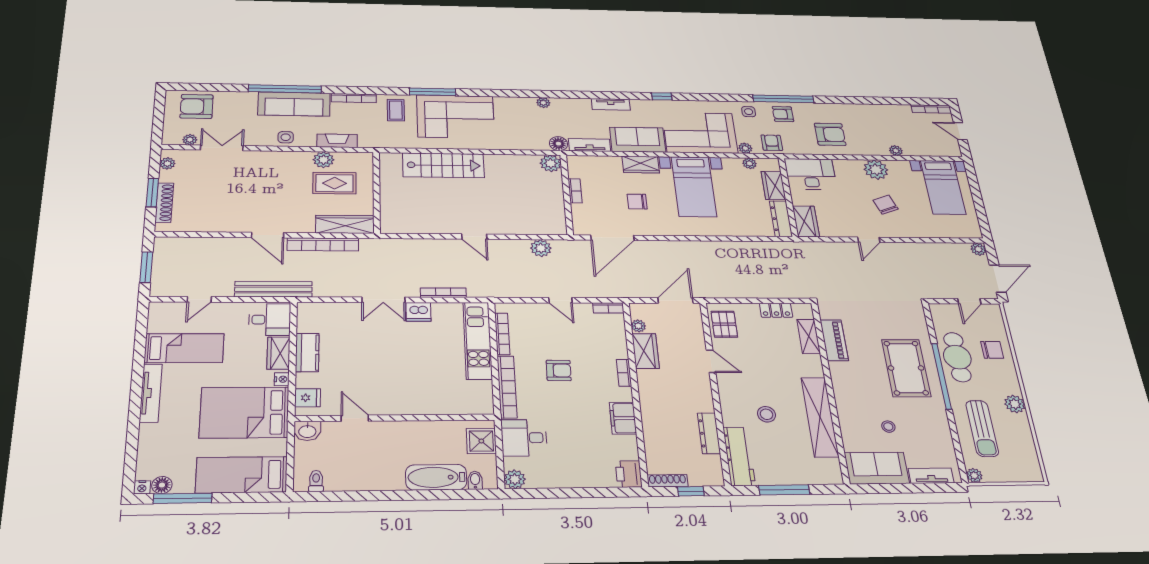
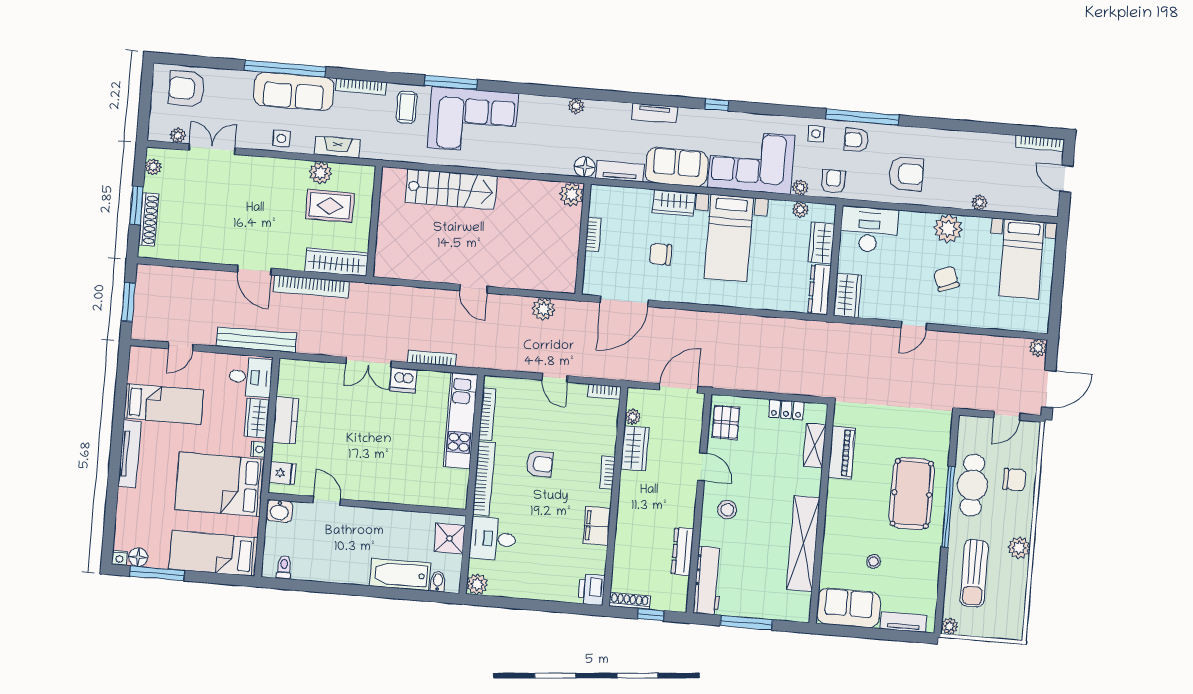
stool: (766, 414) -> (727, 510), moved

